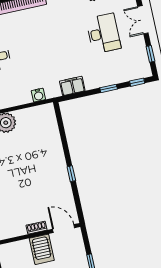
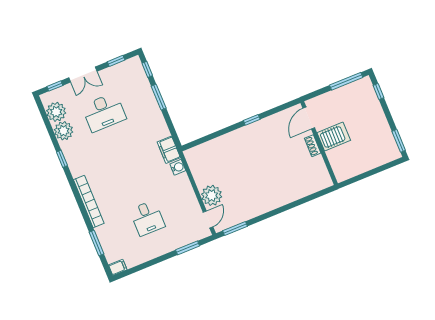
desk: (103, 33) -> (104, 112), turned 180
filing cabinet: (72, 86) -> (169, 150), moved
window: (109, 88) -> (159, 97), width x1.50

